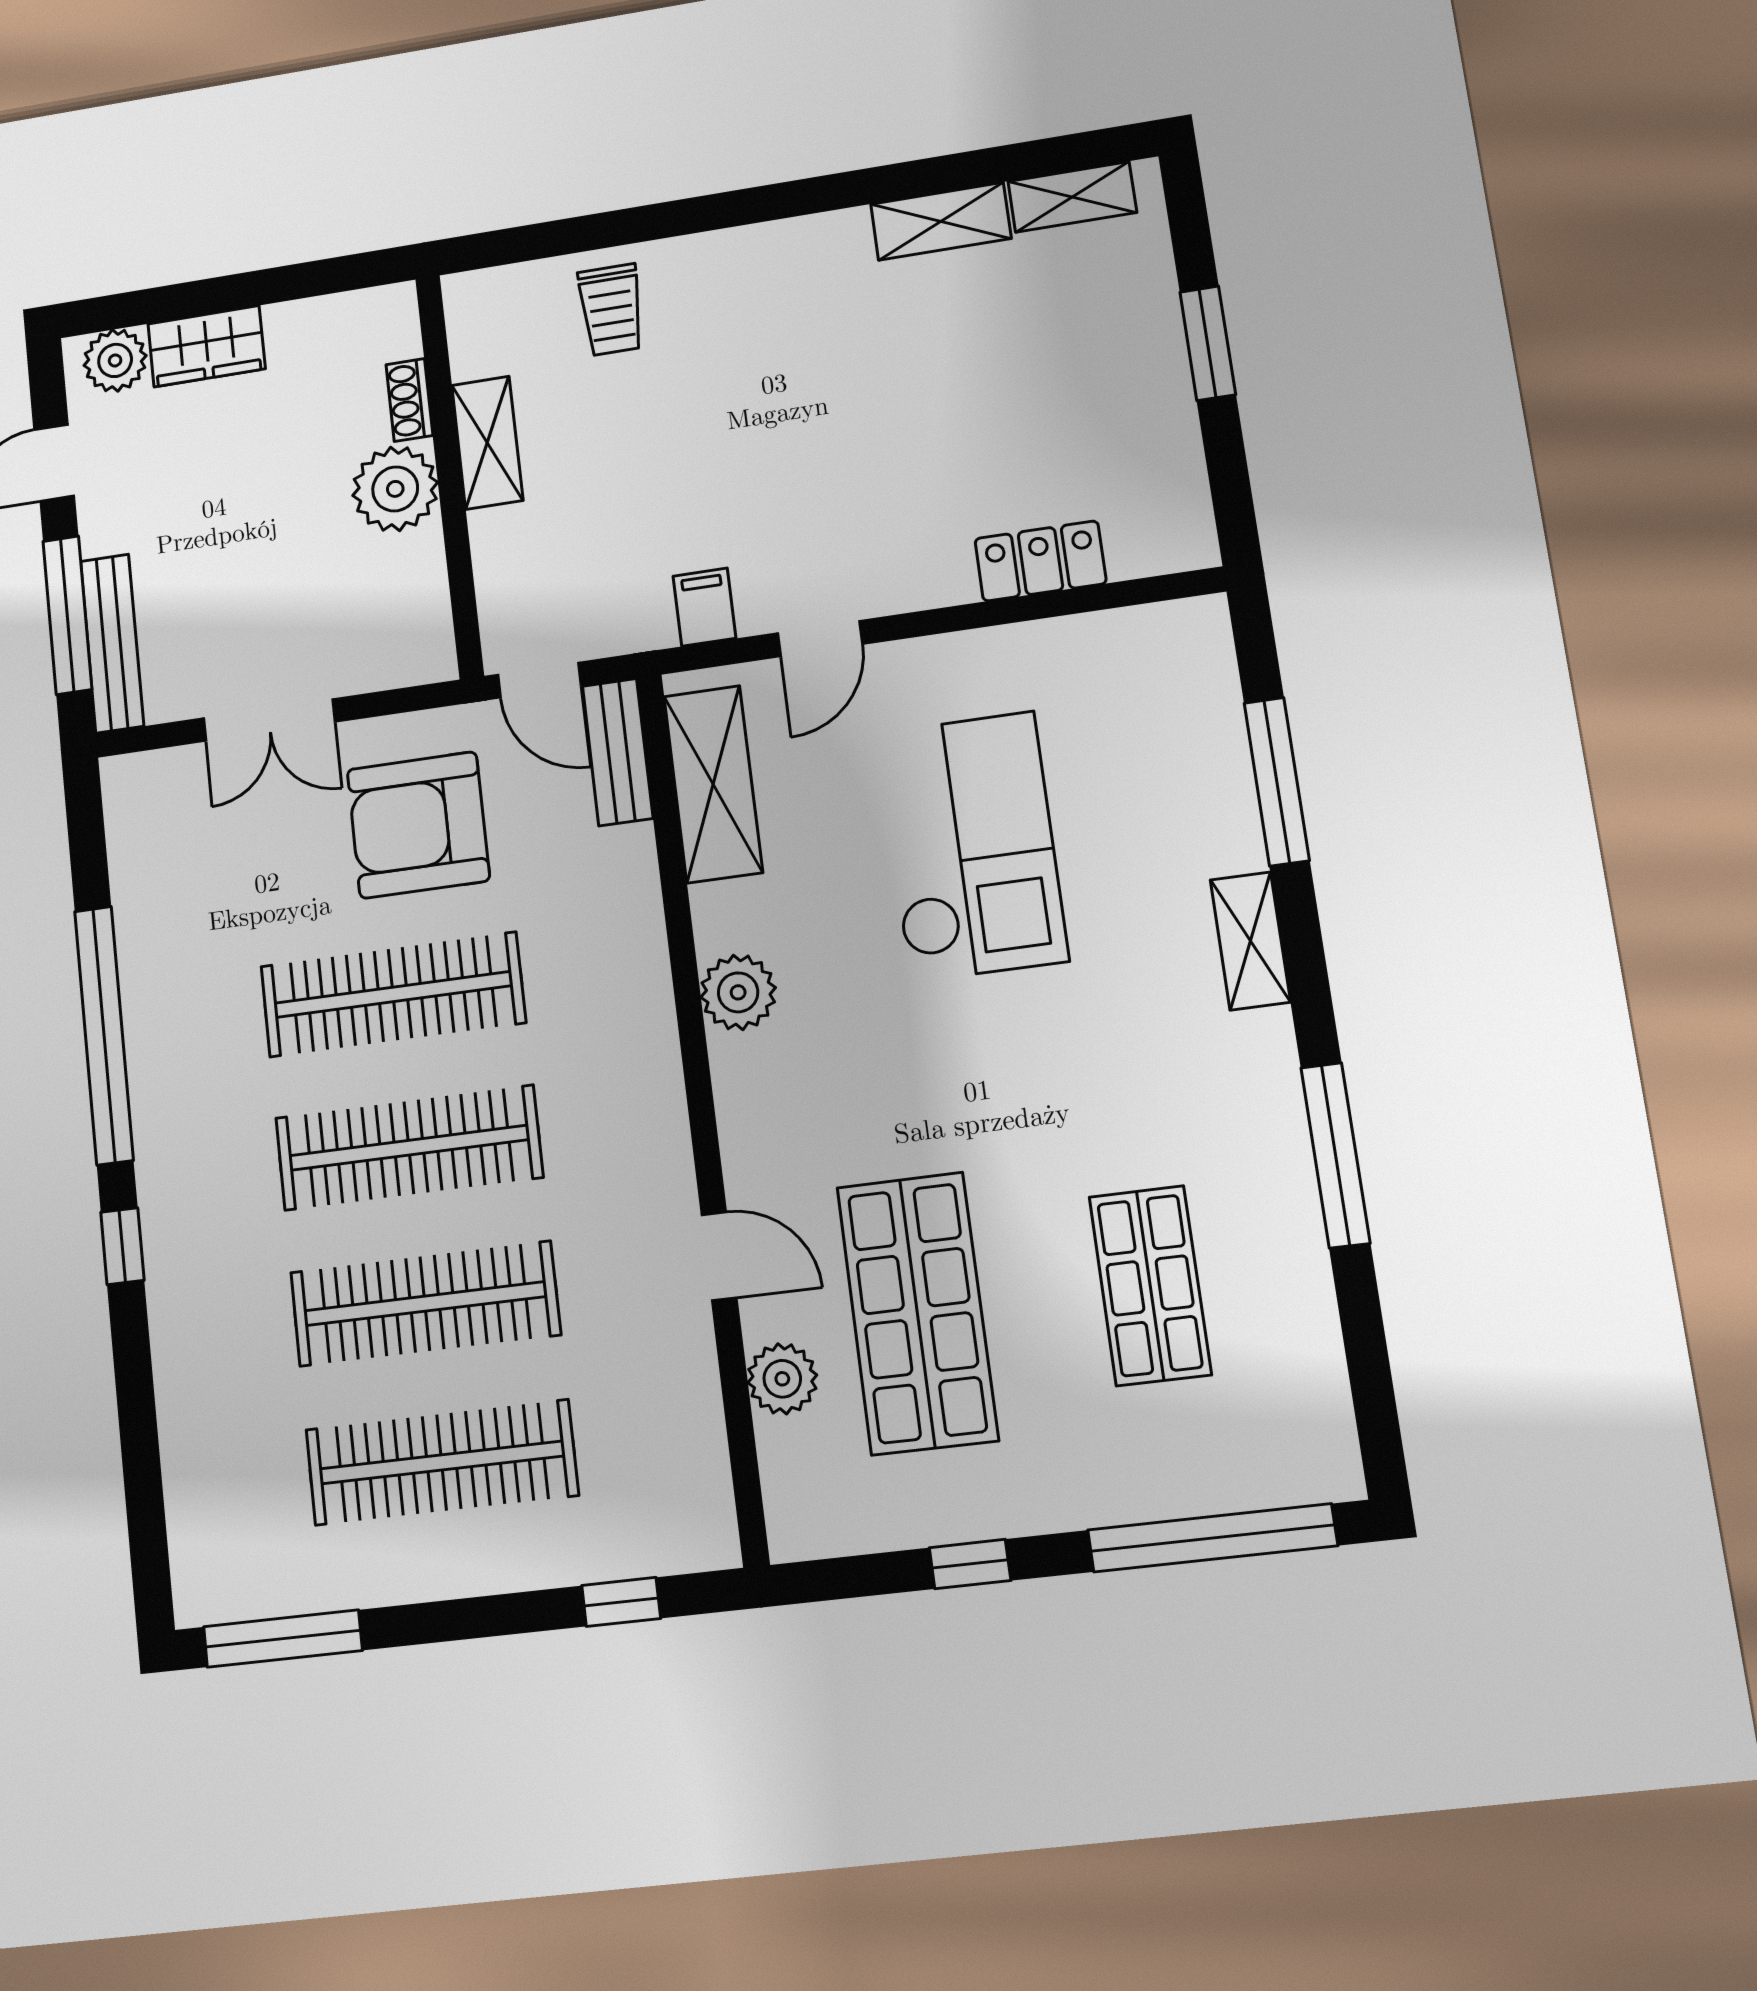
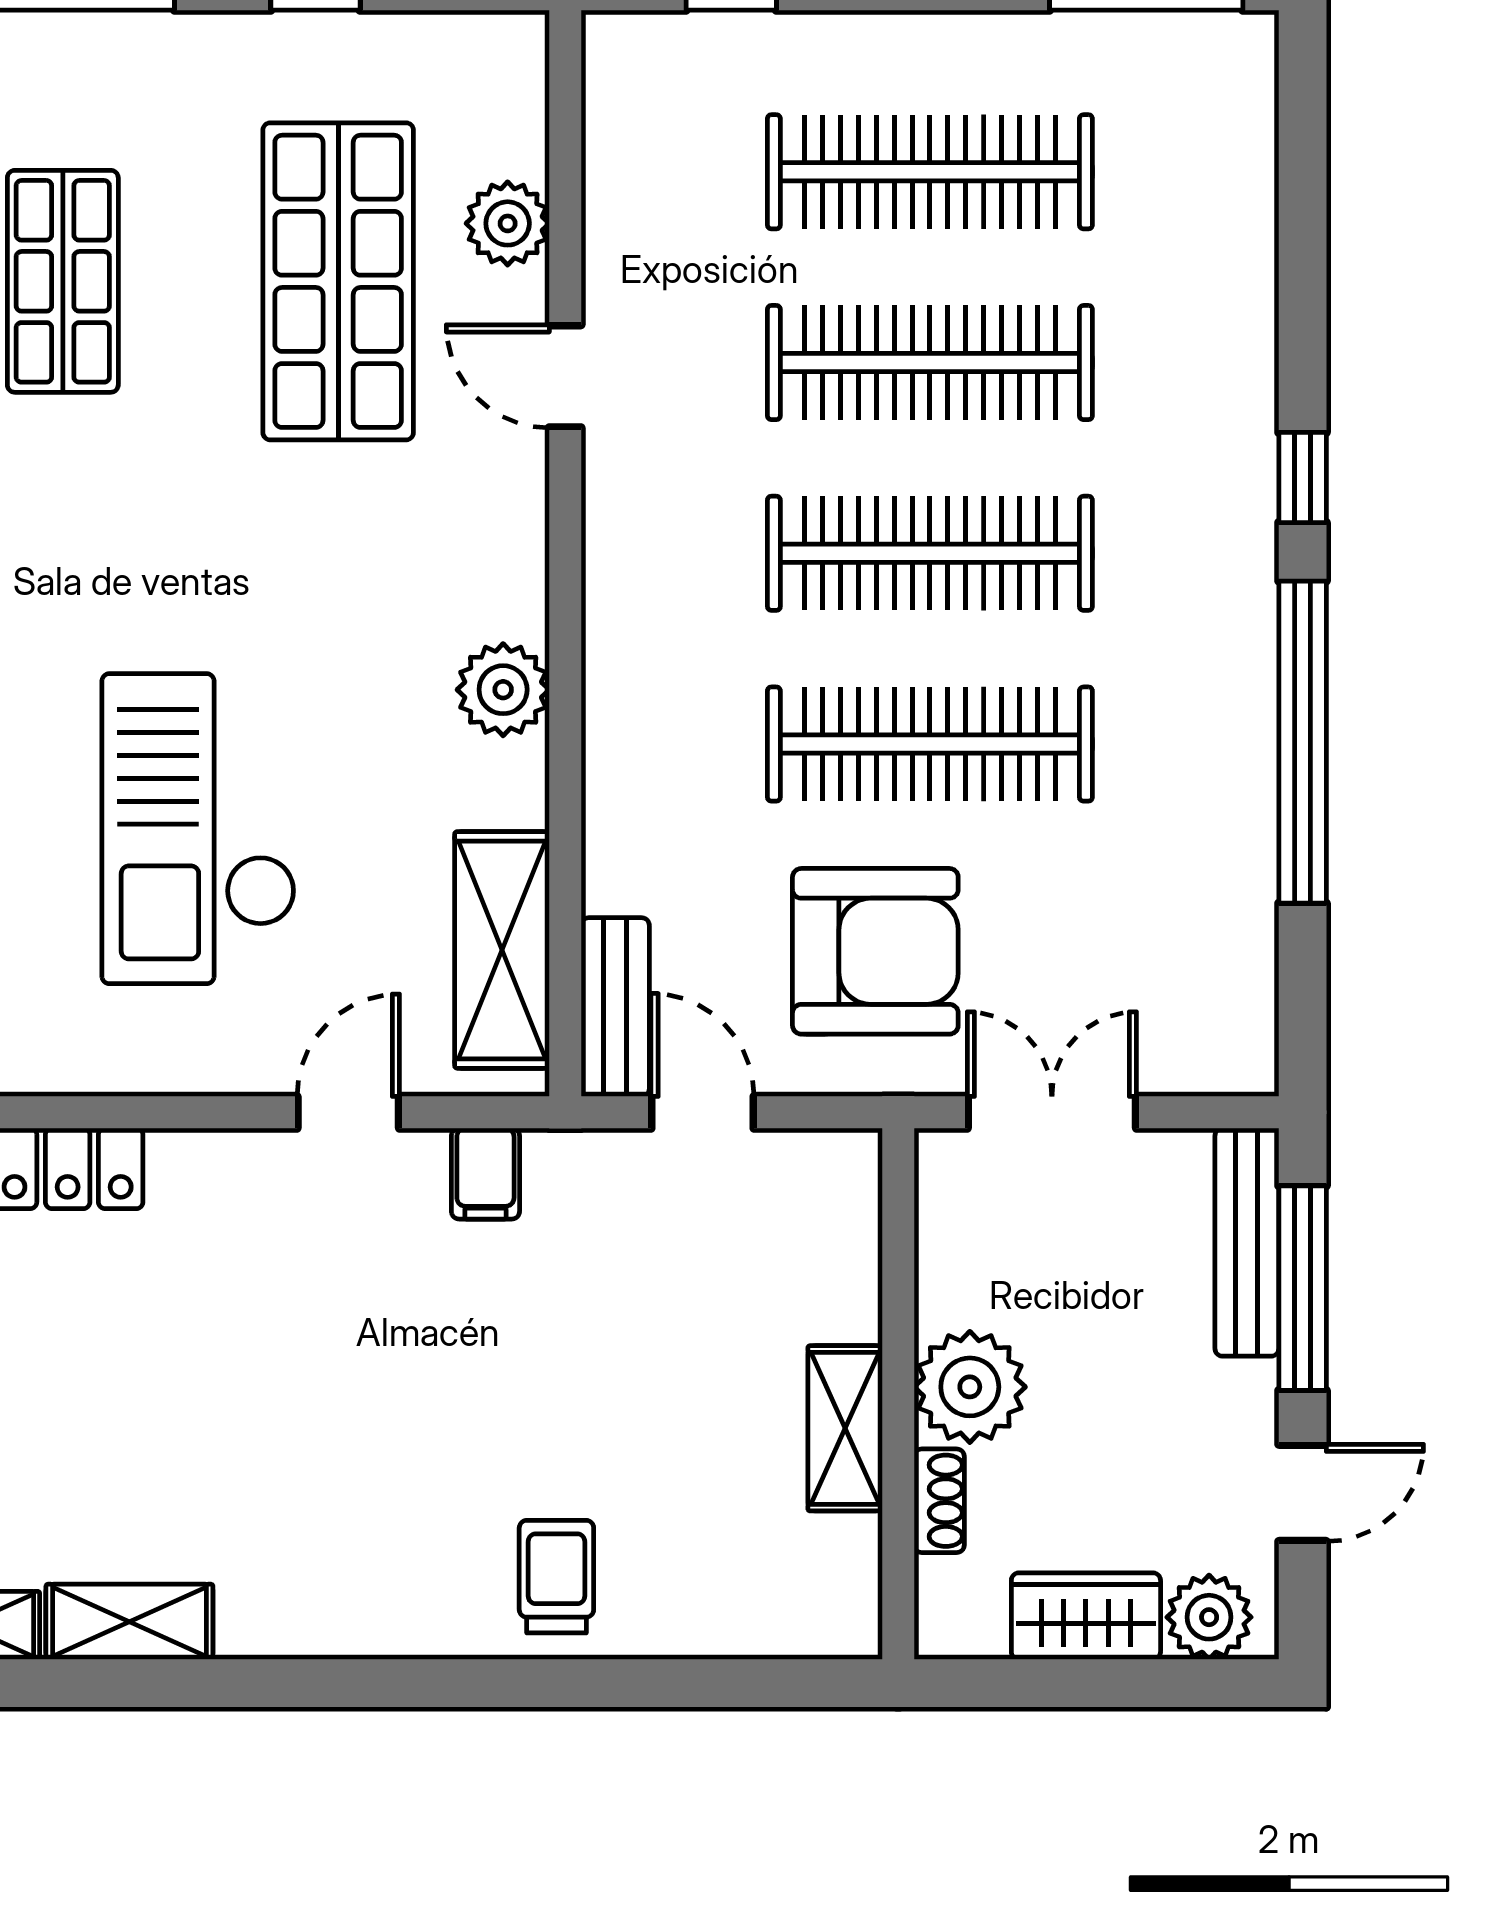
shoe rack: (409, 400) -> (939, 1501), moved
shelving: (487, 443) -> (845, 1428), moved
wall: (449, 475) -> (898, 1394), moved
plant: (395, 489) -> (970, 1387), moved

